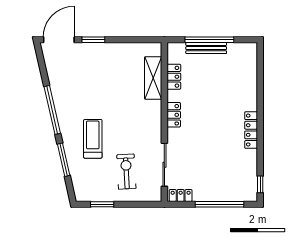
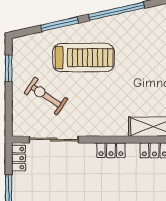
treadmill: (93, 139) -> (83, 58), width x1.37, depth x1.38
exercise bike: (126, 172) -> (46, 96), turned -143

